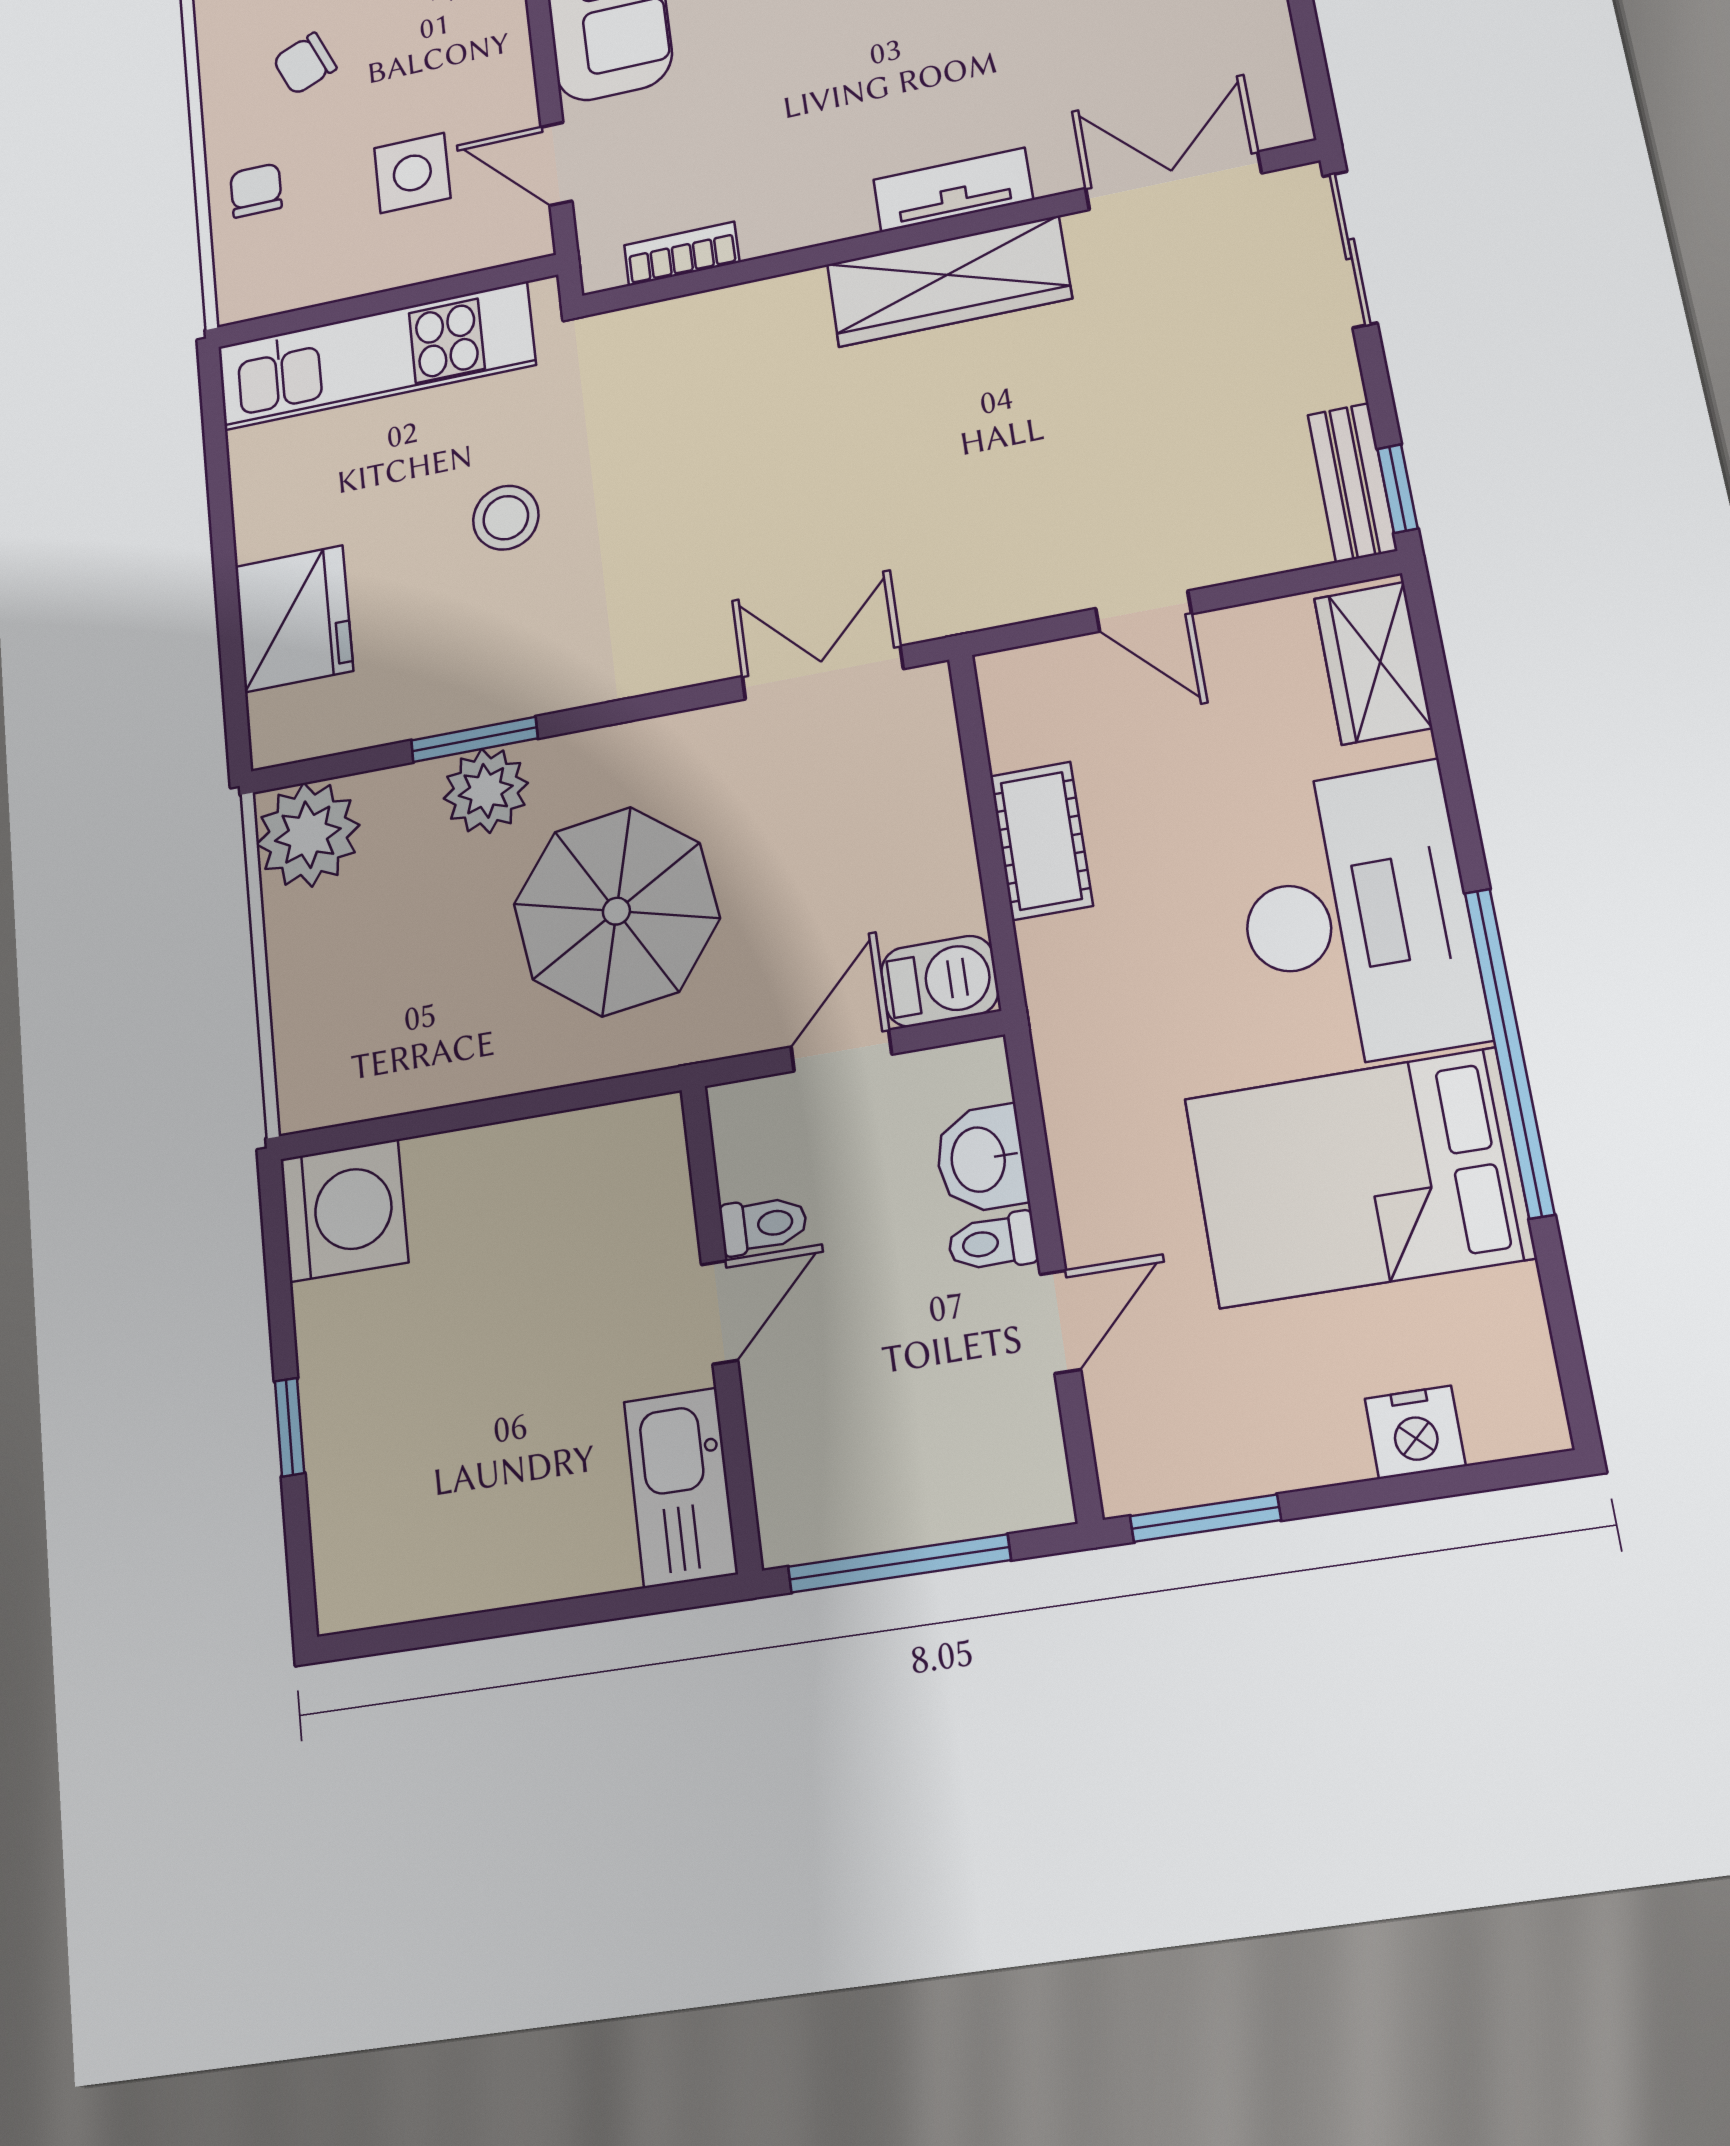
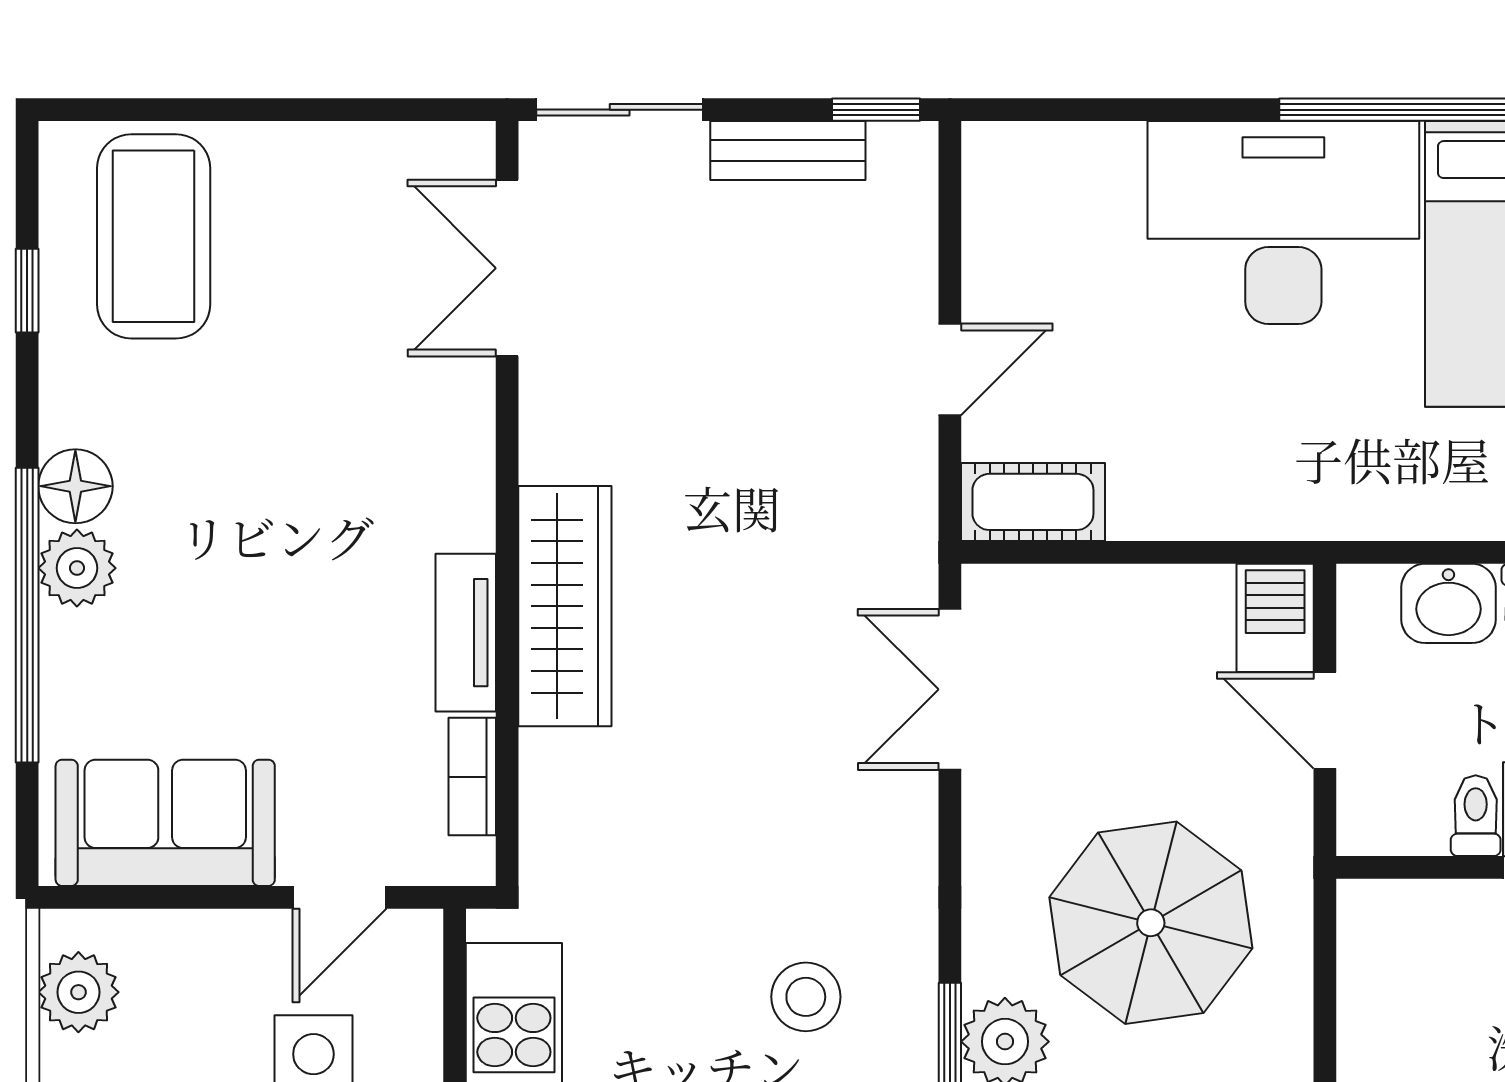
tv unit: (953, 190) -> (466, 633), moved
wardrobe: (949, 281) -> (565, 606), moved
bench: (1352, 482) -> (788, 151), moved
stool: (506, 518) -> (806, 997), moved
wardrobe: (1373, 663) -> (1044, 164), removed
cot: (1041, 841) -> (1033, 502), moved

